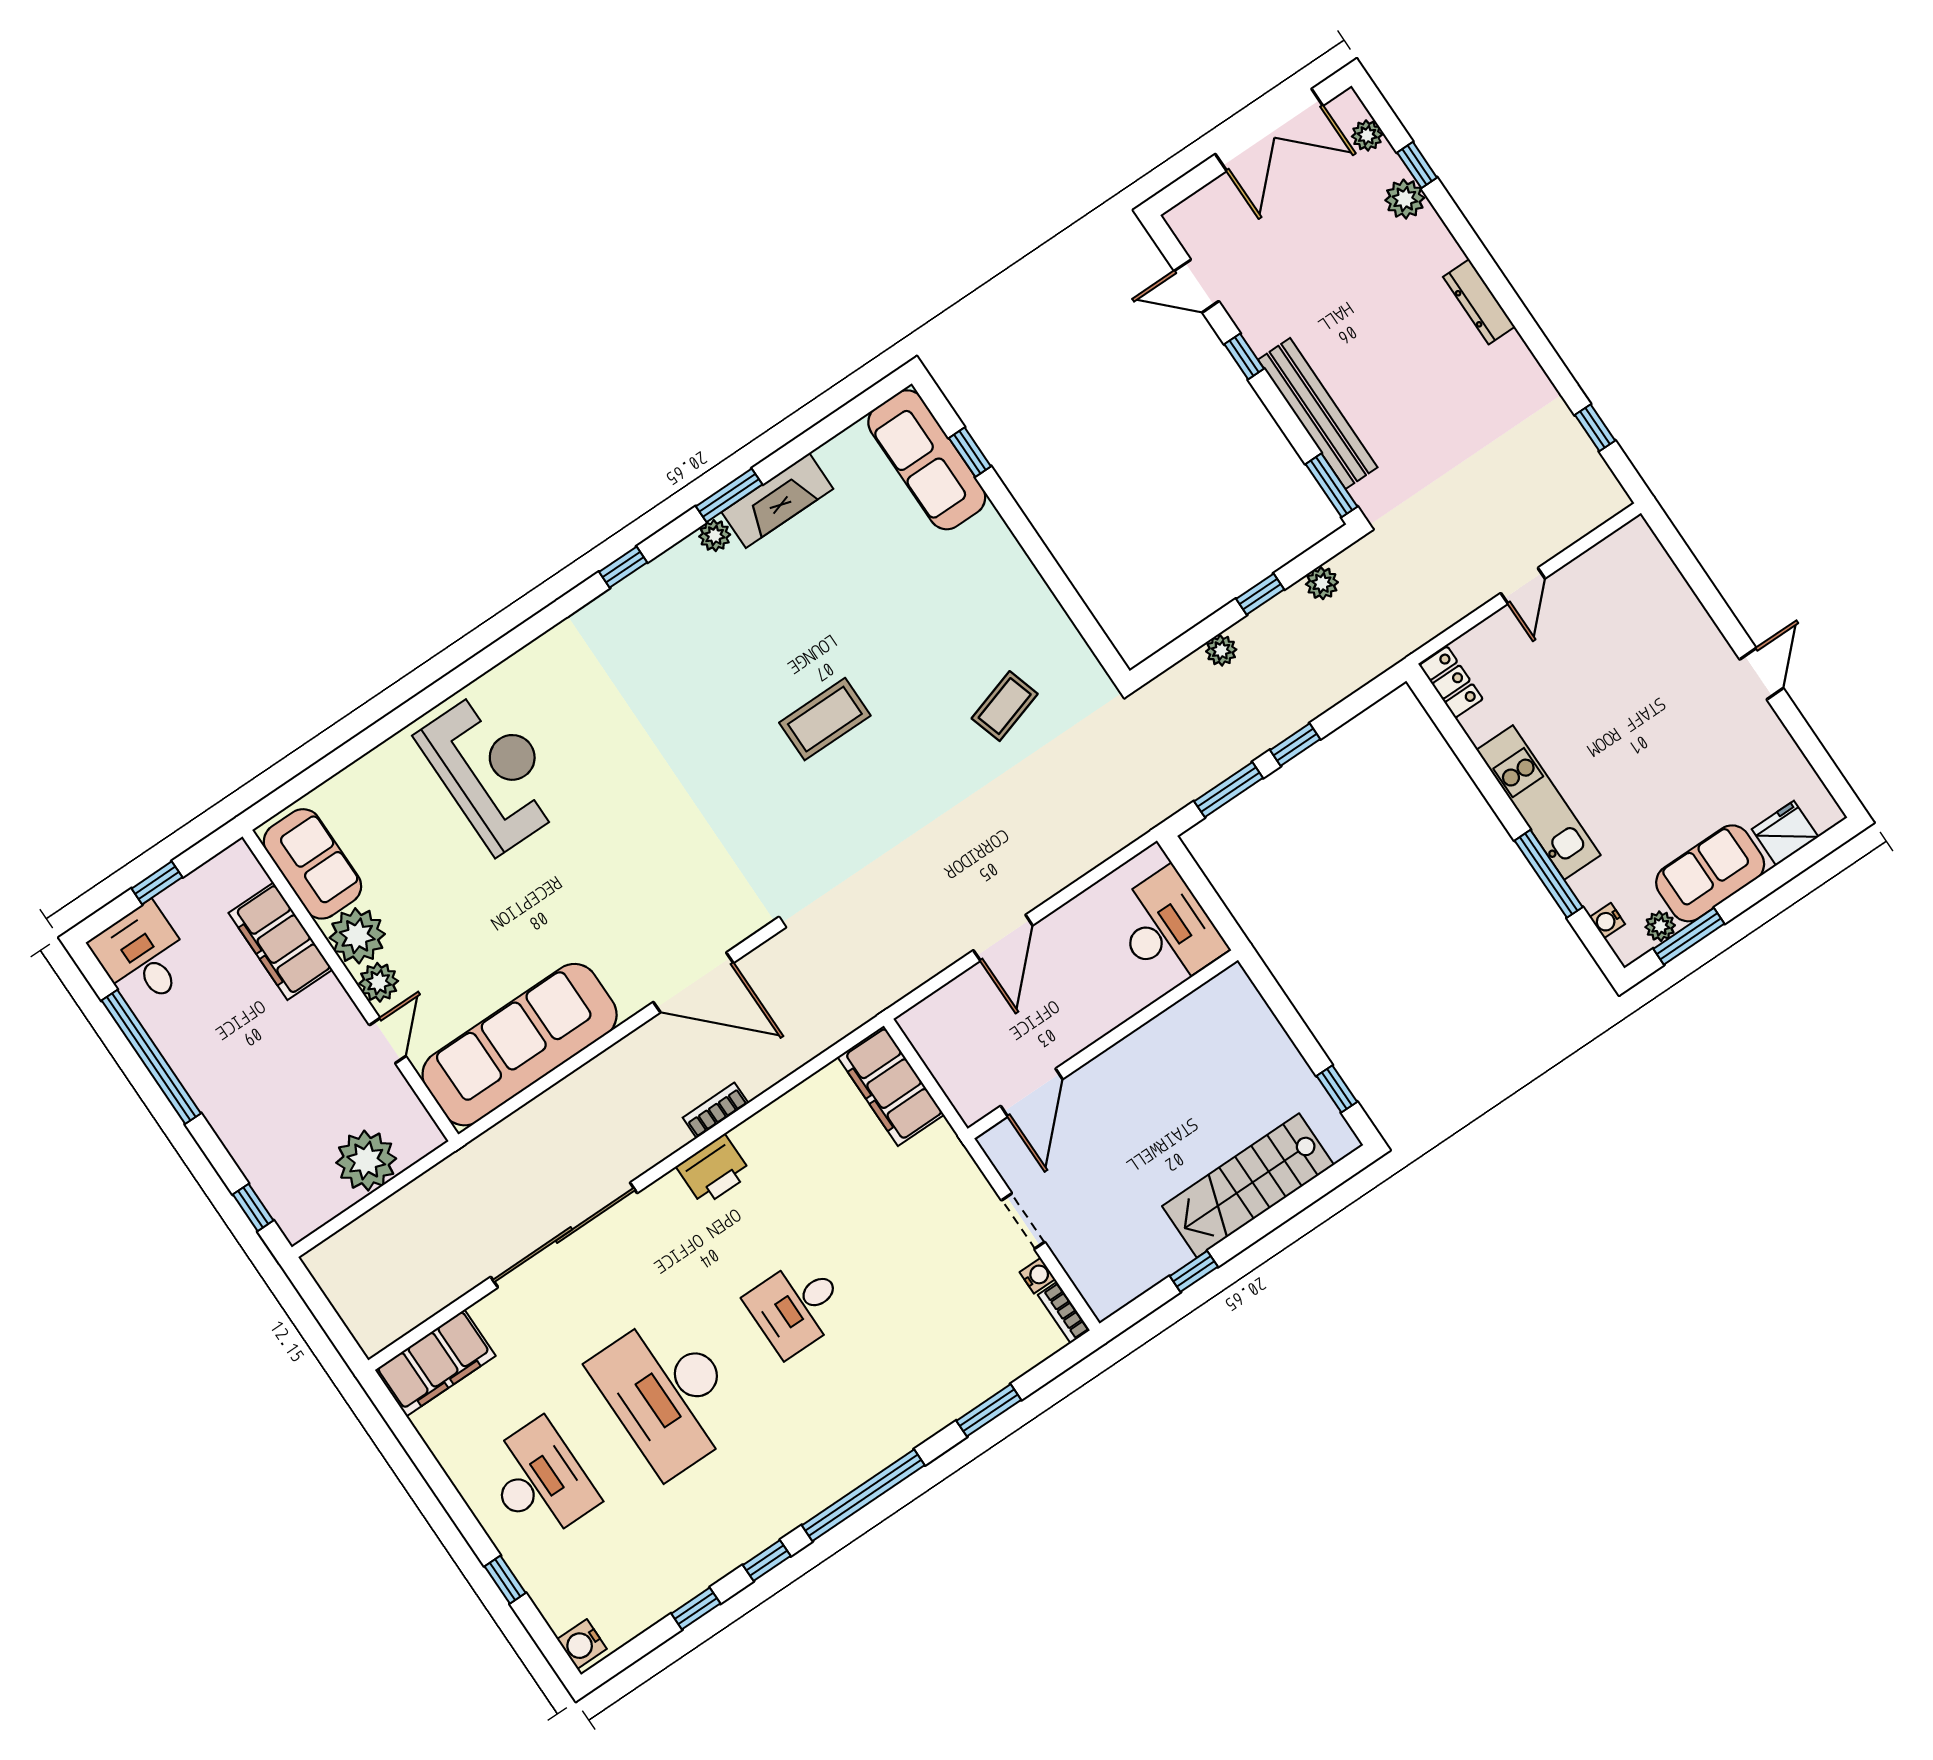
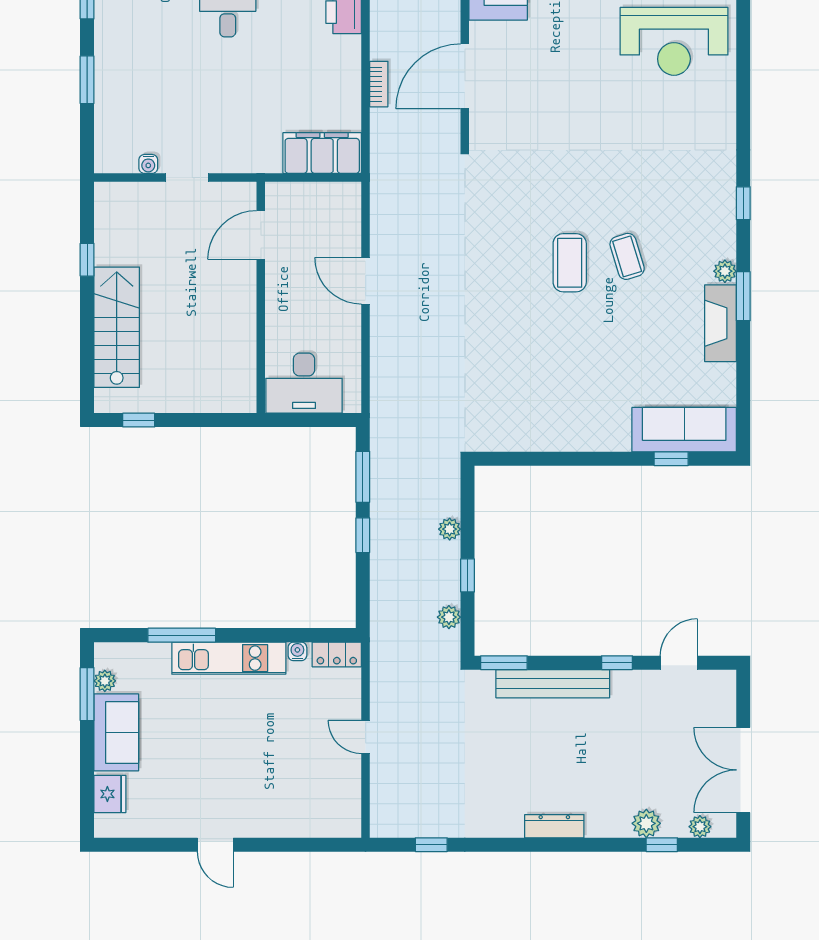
coffee table: (1005, 706) -> (627, 256), moved
water cooler: (1607, 921) -> (297, 651), moved
door: (1032, 1093) -> (261, 235), hinge flipped
bookcase: (716, 1110) -> (379, 84), moved
bookcase: (1064, 1312) -> (115, 165), removed

